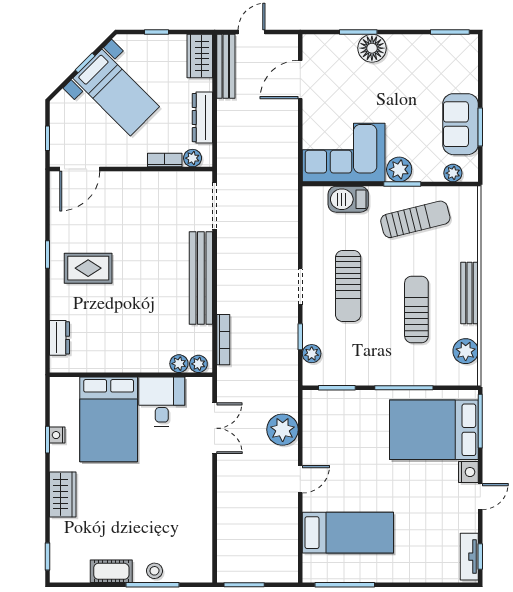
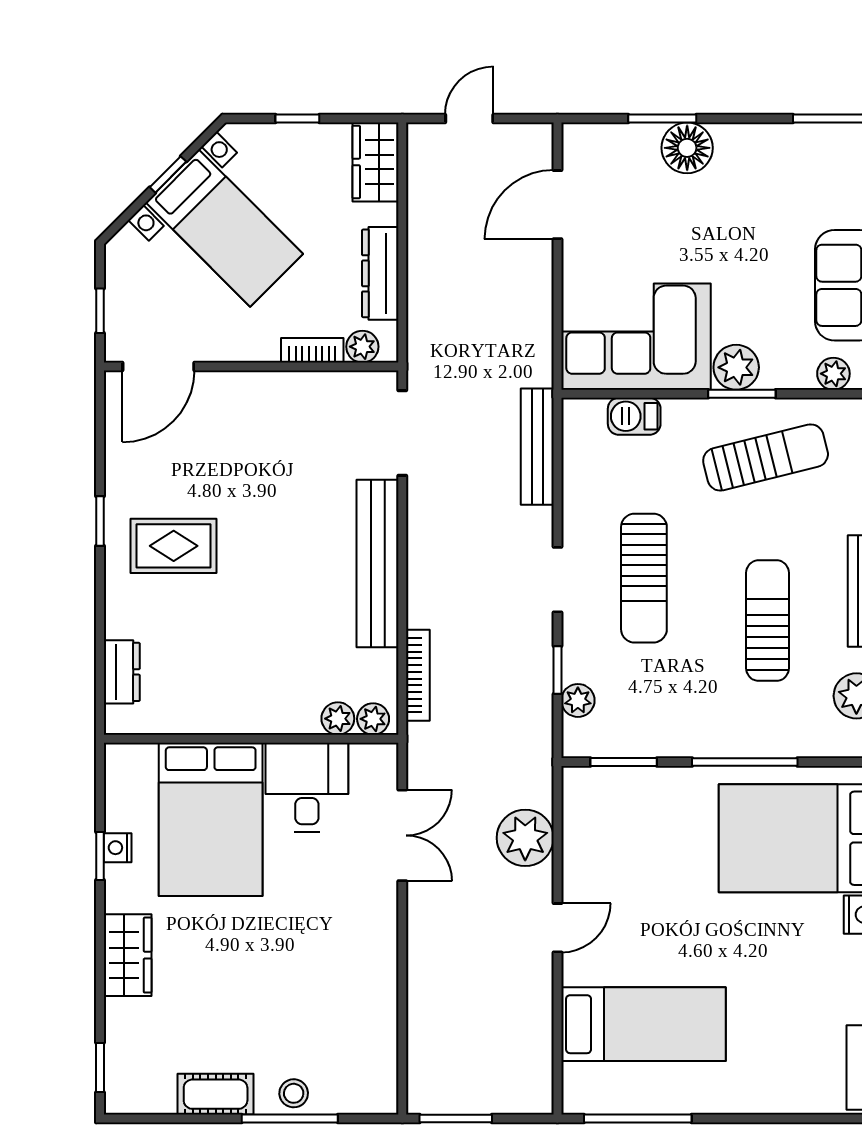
bench: (226, 66) -> (537, 447), moved
barbecue: (348, 199) -> (634, 416), width x0.73, depth x0.79

